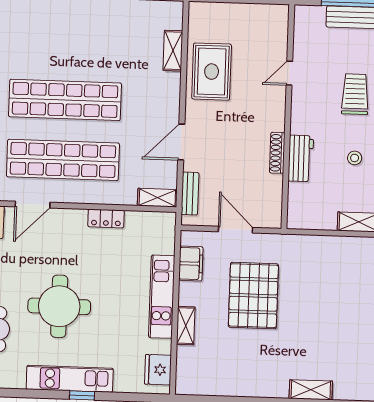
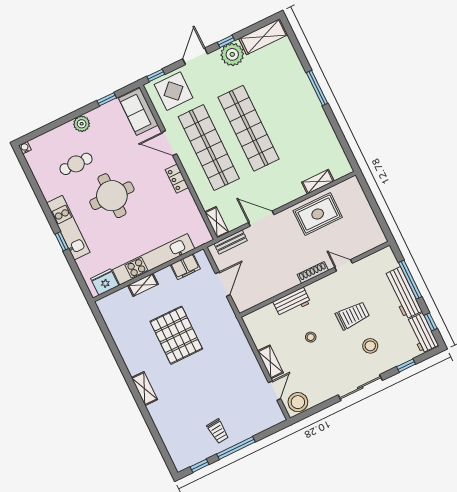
shoe rack: (277, 153) -> (313, 272), moved
locker: (106, 218) -> (177, 179), moved
pallet: (253, 296) -> (176, 335), moved, turned 90
kitchen unit: (162, 297) -> (154, 259), width x1.36

